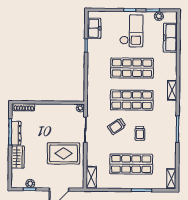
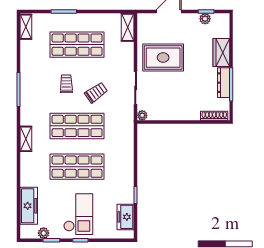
checkout: (131, 31) -> (78, 214), turned 180

